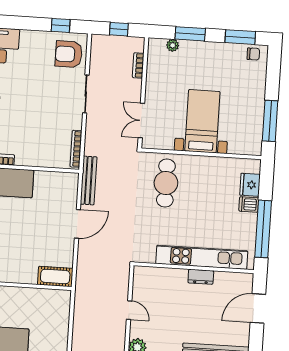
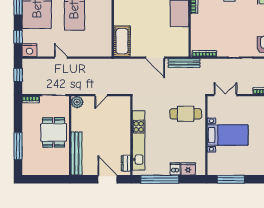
cot: (55, 276) -> (122, 41), width x1.37, depth x1.34
dresser: (201, 277) -> (126, 163), moved

